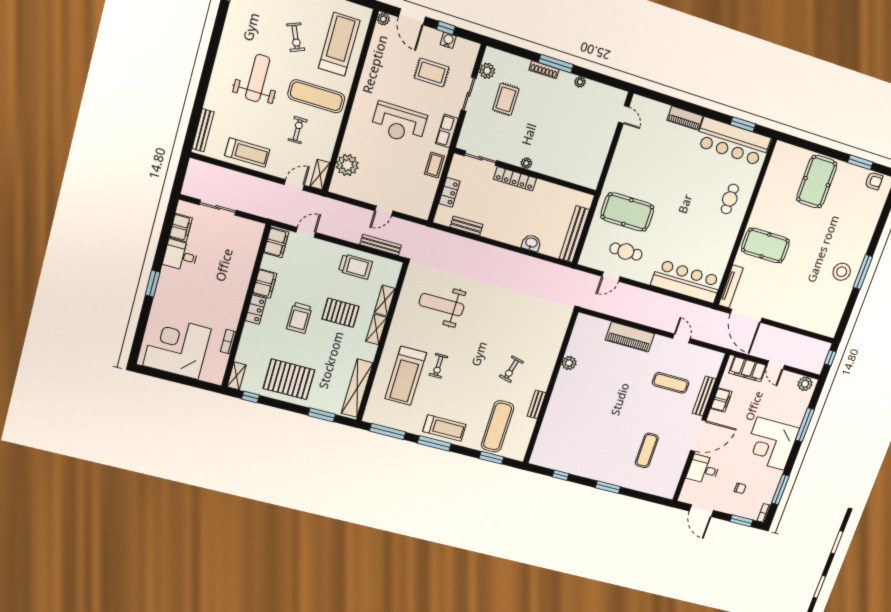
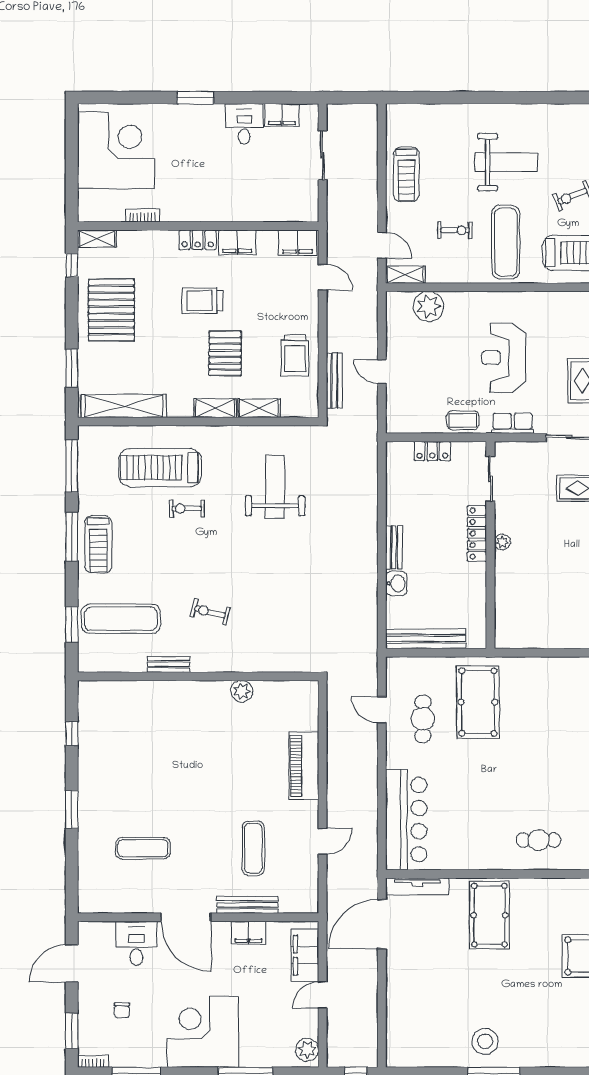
bench: (203, 130) -> (418, 111), removed
bench: (466, 226) -> (394, 548), moved

